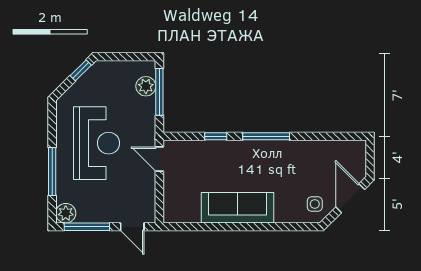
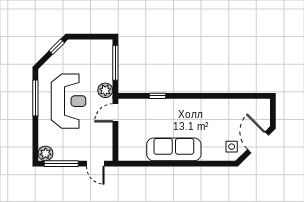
plant: (146, 86) -> (105, 90), moved
window: (266, 136) -> (195, 96), removed
door: (159, 159) -> (115, 113), hinge flipped
window: (52, 171) -> (35, 98), moved

